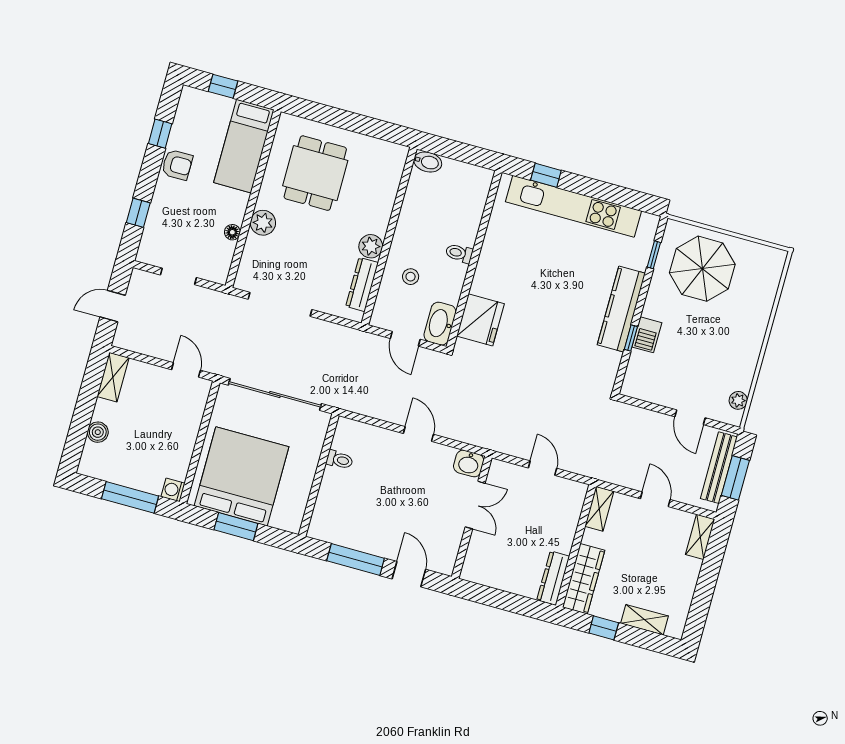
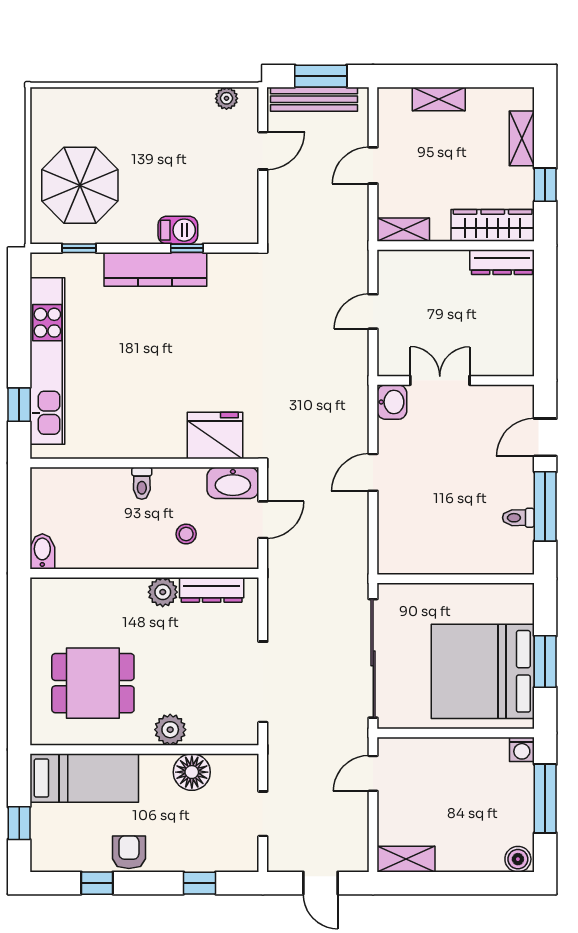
floor lamp: (232, 232) -> (192, 772), width x1.89, depth x1.89
boiler: (98, 432) -> (518, 859), moved
toilet: (340, 460) -> (518, 518), moved, turned -90
shelving: (700, 537) -> (439, 99), moved

